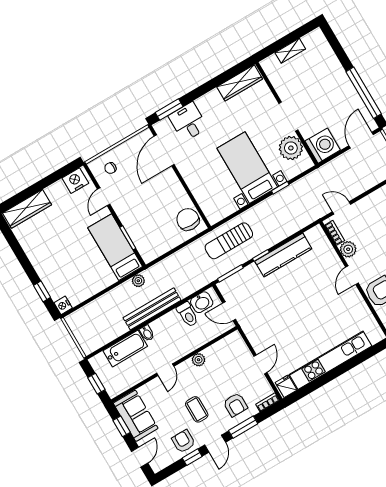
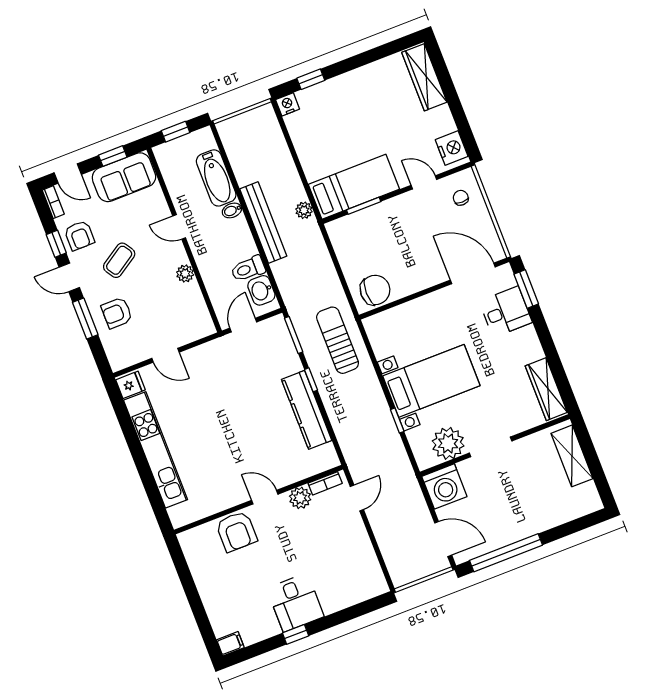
shelving: (290, 51) -> (572, 456), width x1.50, depth x1.33
bookcase: (268, 402) -> (53, 202), moved
coffee table: (197, 409) -> (119, 260), turned -33
armchair: (183, 441) -> (79, 235), turned 90

